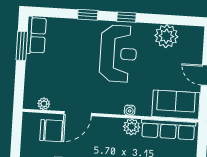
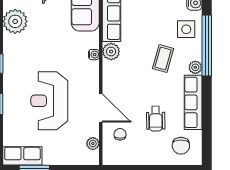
reception desk: (118, 54) -> (49, 101), moved, turned -90
chair: (51, 131) -> (120, 134), width x0.54, depth x0.54

